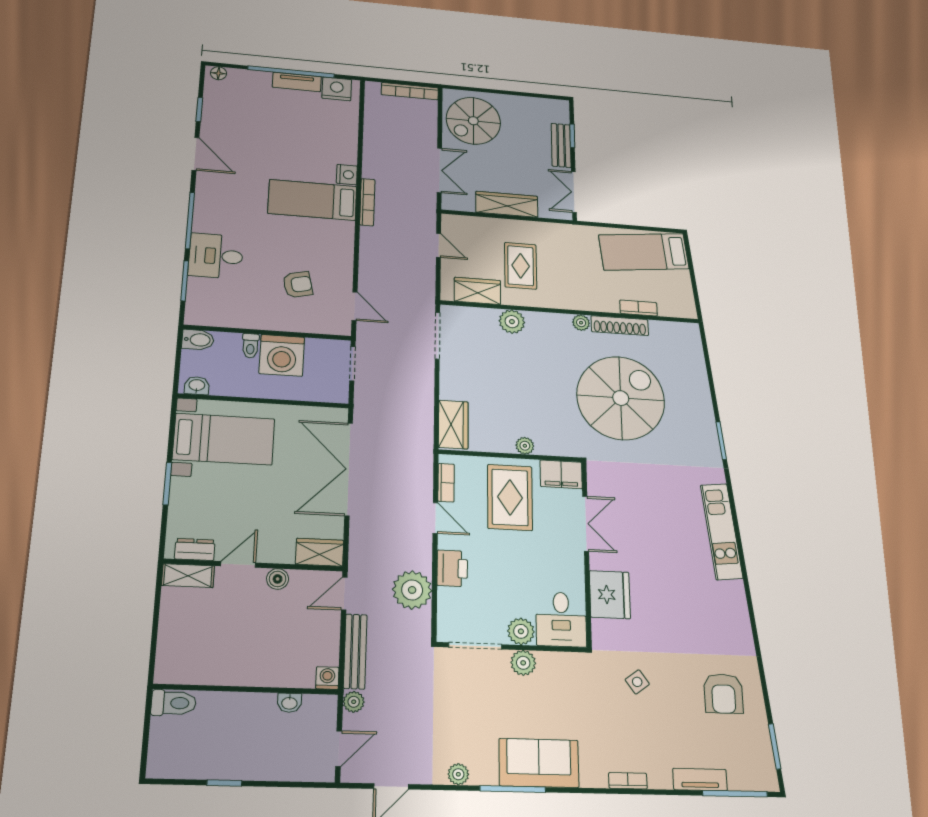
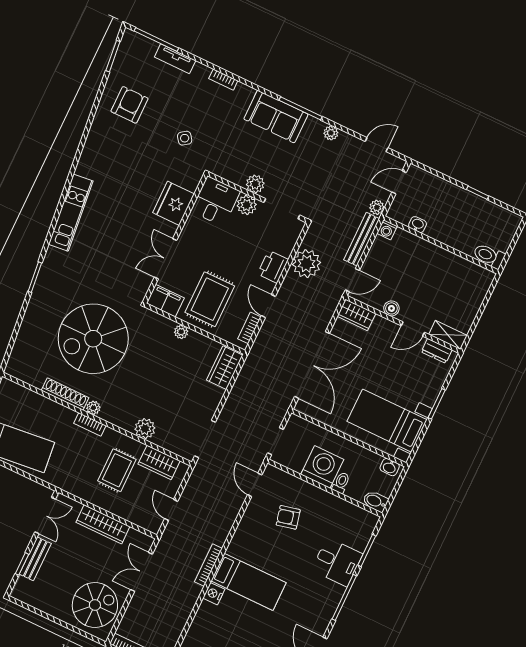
bookcase: (639, 308) -> (90, 424), moved

